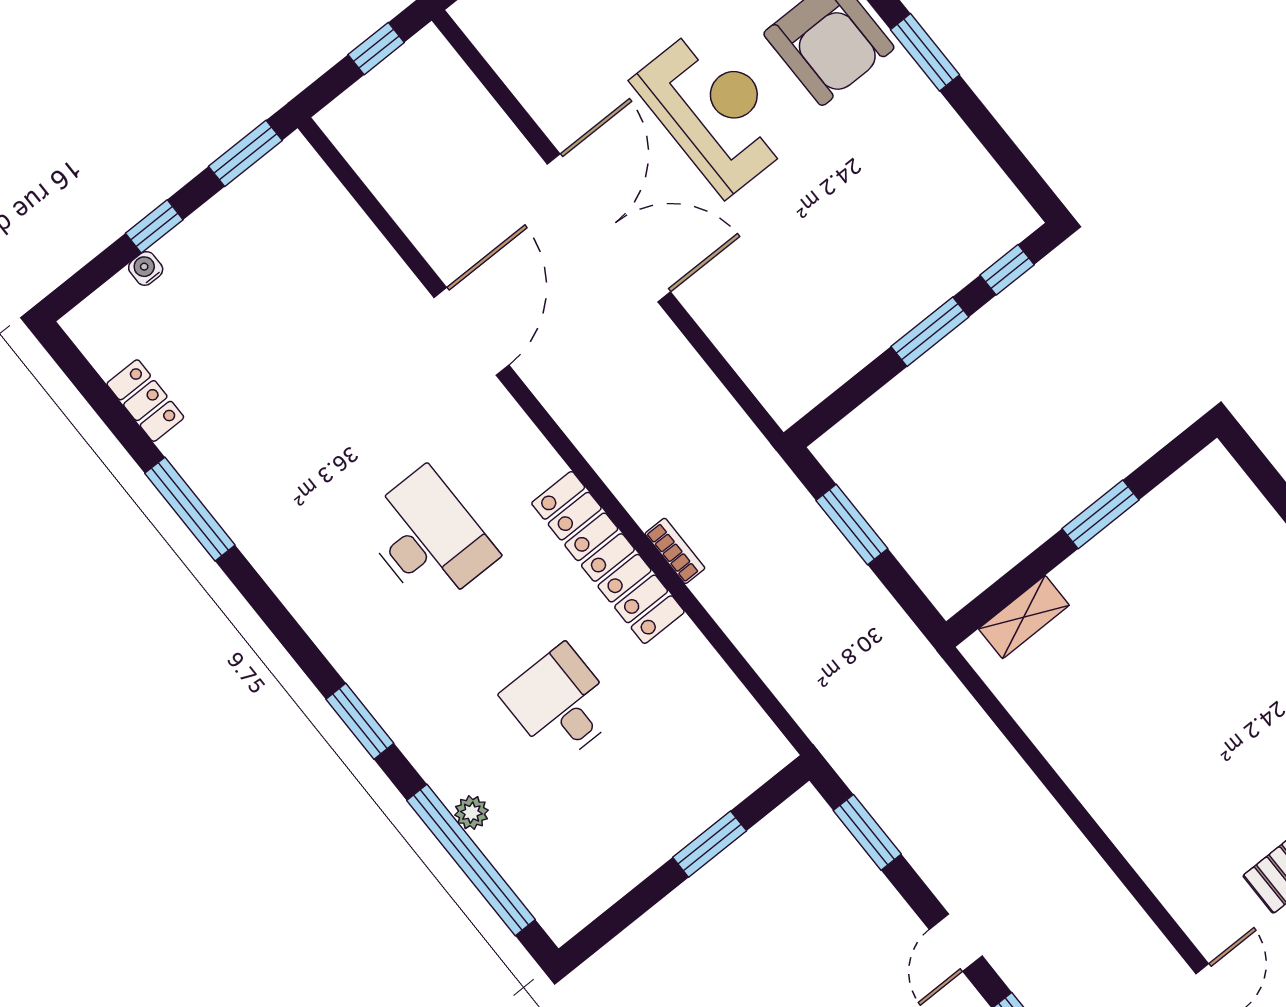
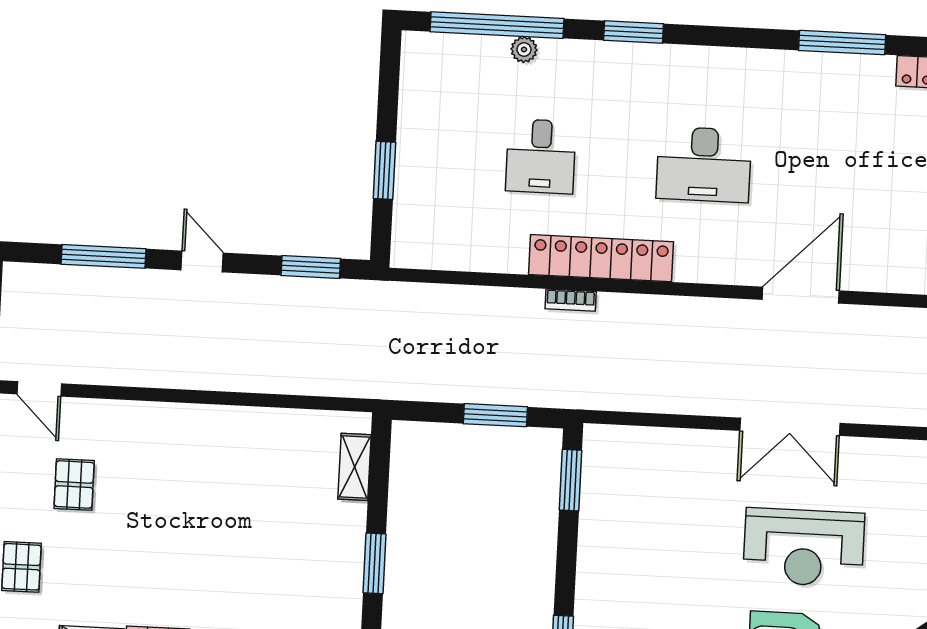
double door: (609, 228) -> (790, 427), width x0.73
door: (471, 331) -> (801, 295), swing flipped
window: (930, 332) -> (570, 480), moved
desk: (561, 704) -> (541, 156), turned 90

